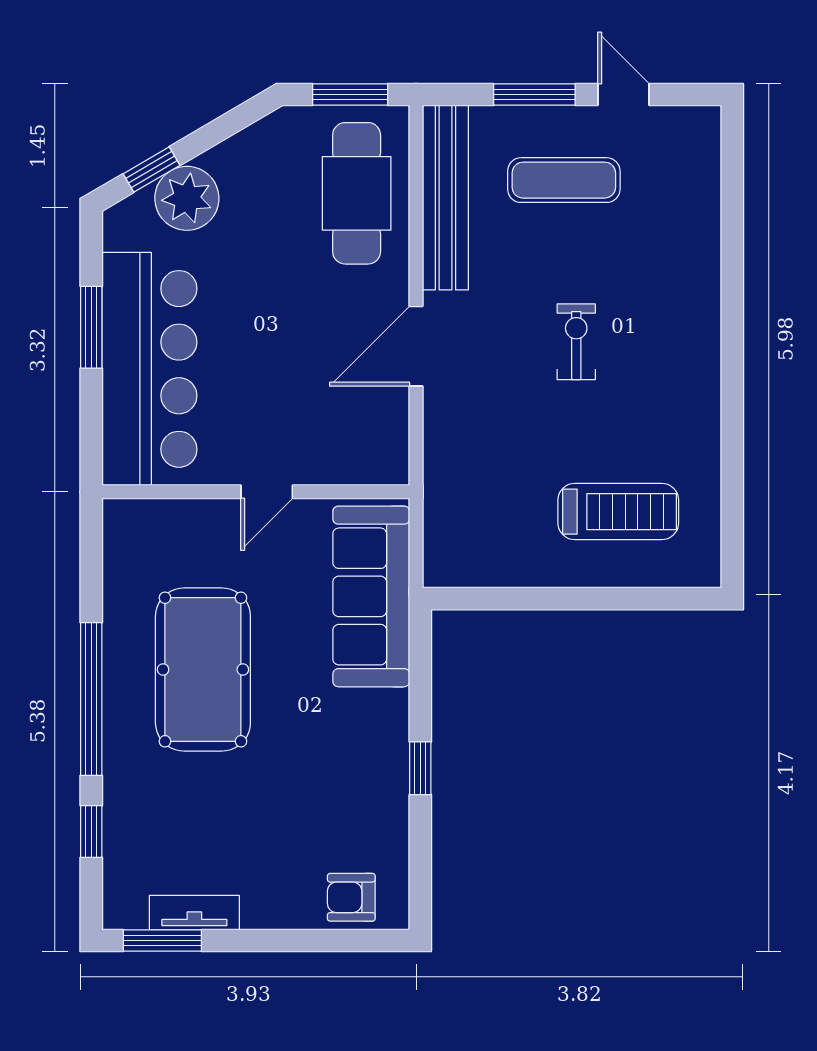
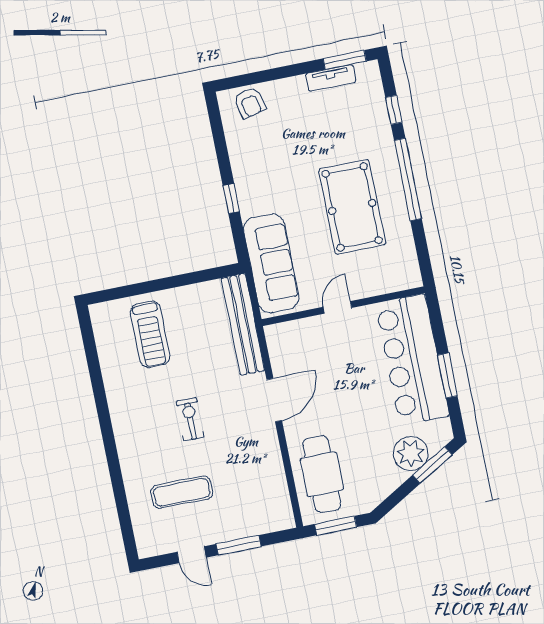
window: (151, 170) -> (432, 465), width x1.50
exercise mat: (564, 180) -> (182, 492), moved
bench: (445, 198) -> (243, 324), moved
exercise bike: (576, 342) -> (190, 419), turned 180
treadmill: (618, 512) -> (150, 334), turned -90
window: (420, 768) -> (231, 199), moved
armchair: (351, 897) -> (250, 103), turned 77

